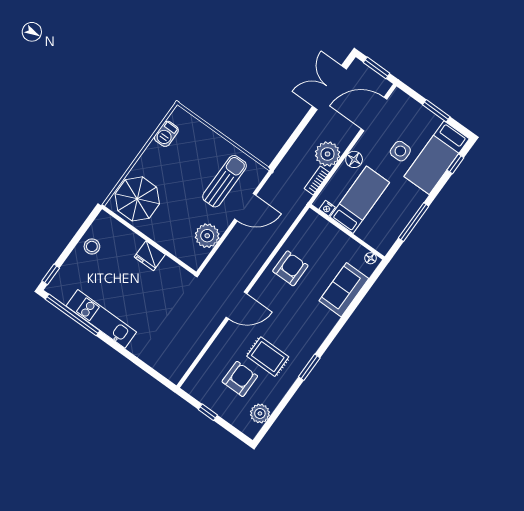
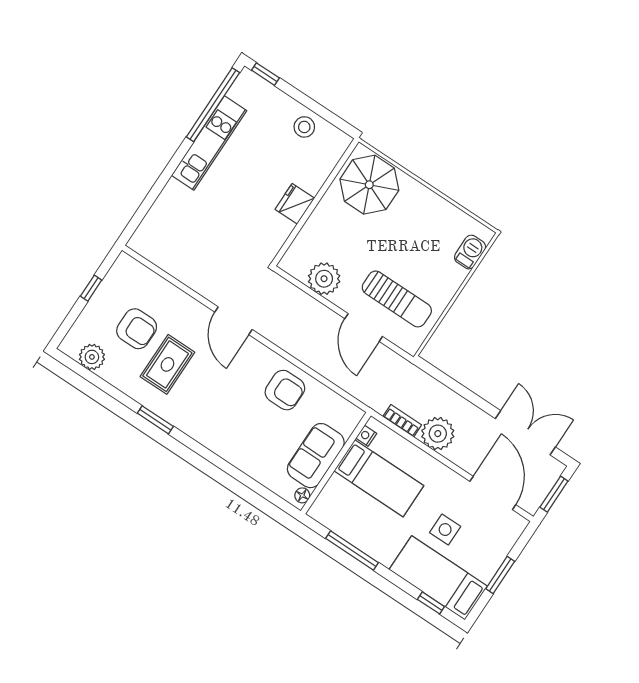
barbecue: (166, 134) -> (470, 252), moved, turned 90
floor lamp: (354, 159) -> (432, 469), removed
sofa: (344, 290) -> (316, 456), moved, turned -90

